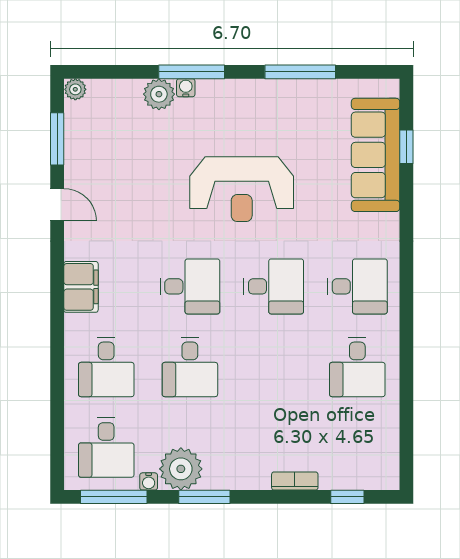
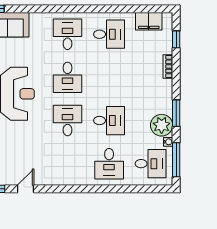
desk: (274, 286) -> (68, 77), turned 180
filing cabinet: (81, 287) -> (149, 21), moved, turned 180
desk: (106, 367) -> (109, 164), turned 90

